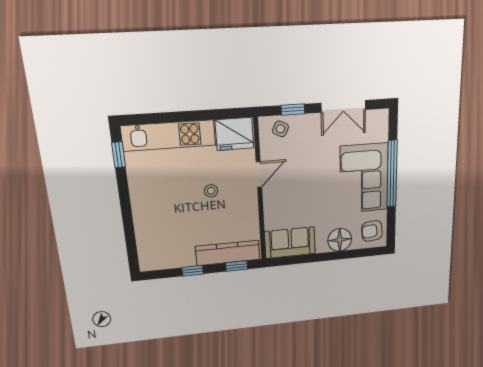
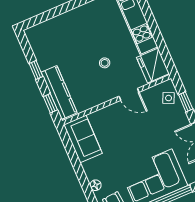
floor lamp: (340, 240) -> (96, 185), width x0.53, depth x0.53

